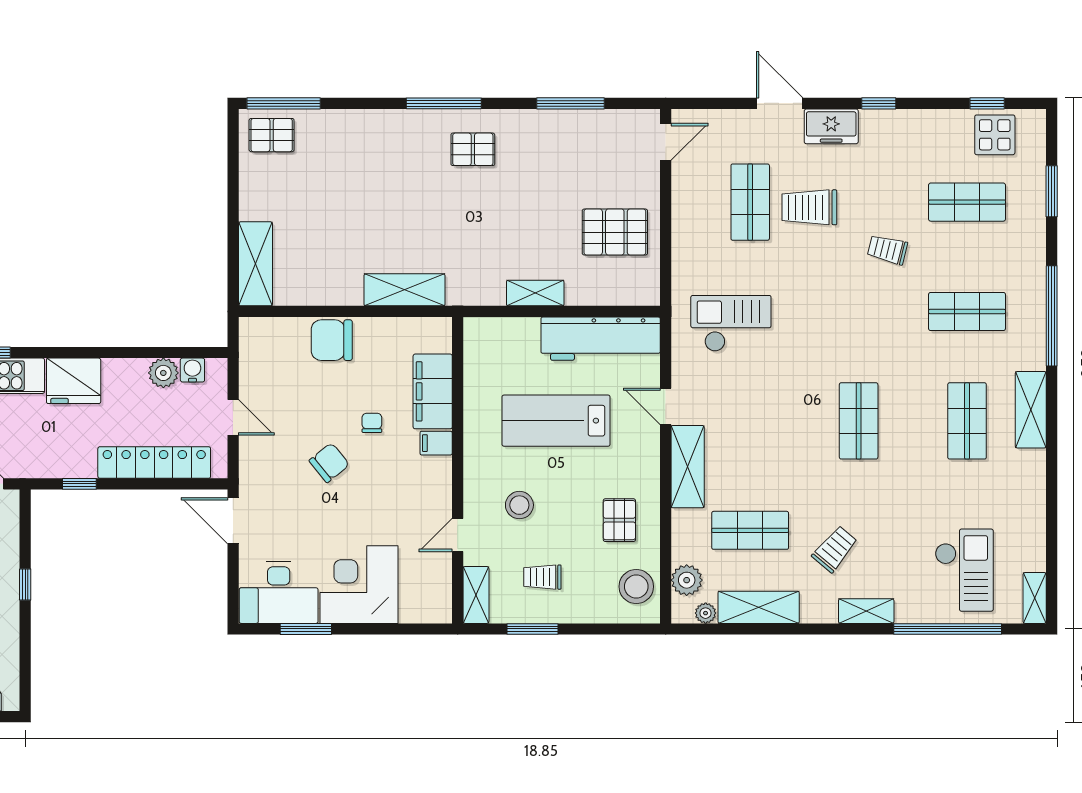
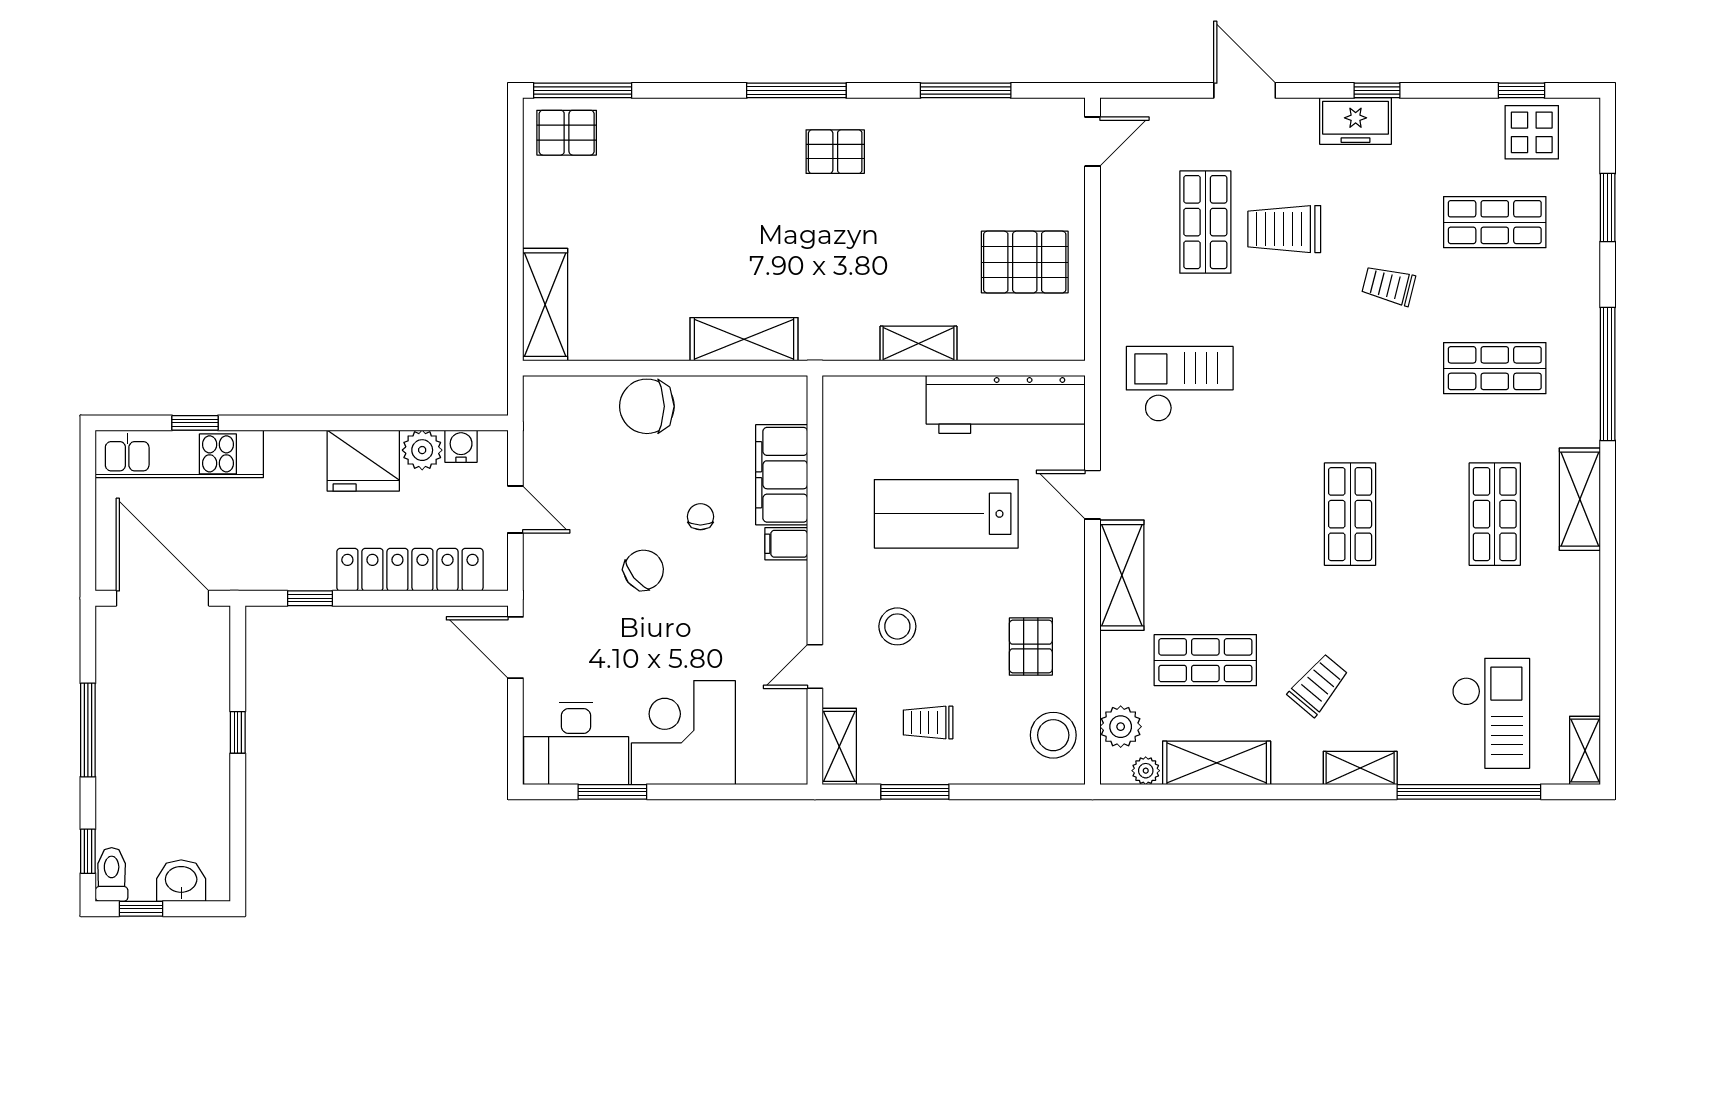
freezer: (831, 126) -> (1356, 121), moved
fridge: (74, 381) -> (363, 461), moved

